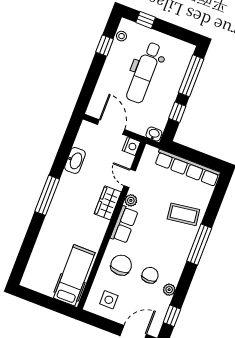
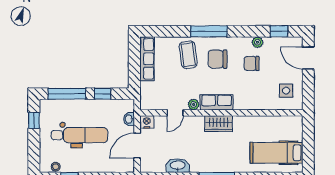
window: (146, 20) -> (34, 120), moved
washbasin: (154, 134) -> (129, 119), moved
row of seats: (187, 168) -> (147, 59), width x0.73
wardrobe: (108, 203) -> (218, 124), moved
chair: (121, 265) -> (218, 59), moved
hospital bed: (74, 275) -> (276, 153), moved

